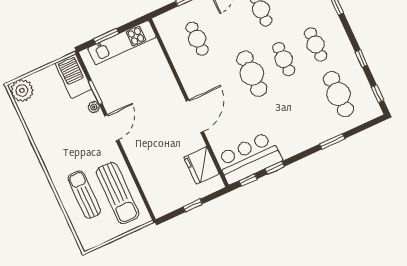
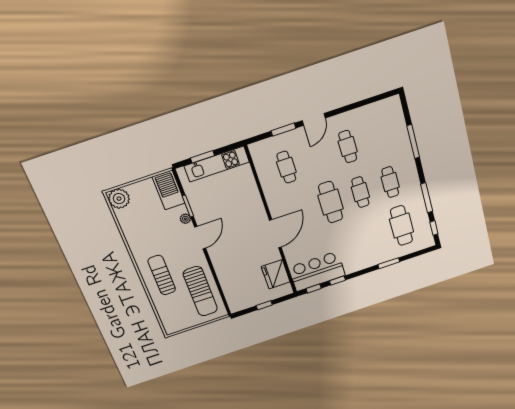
window: (361, 59) -> (427, 198), width x2.17
sun lounger: (84, 195) -> (162, 275), moved

